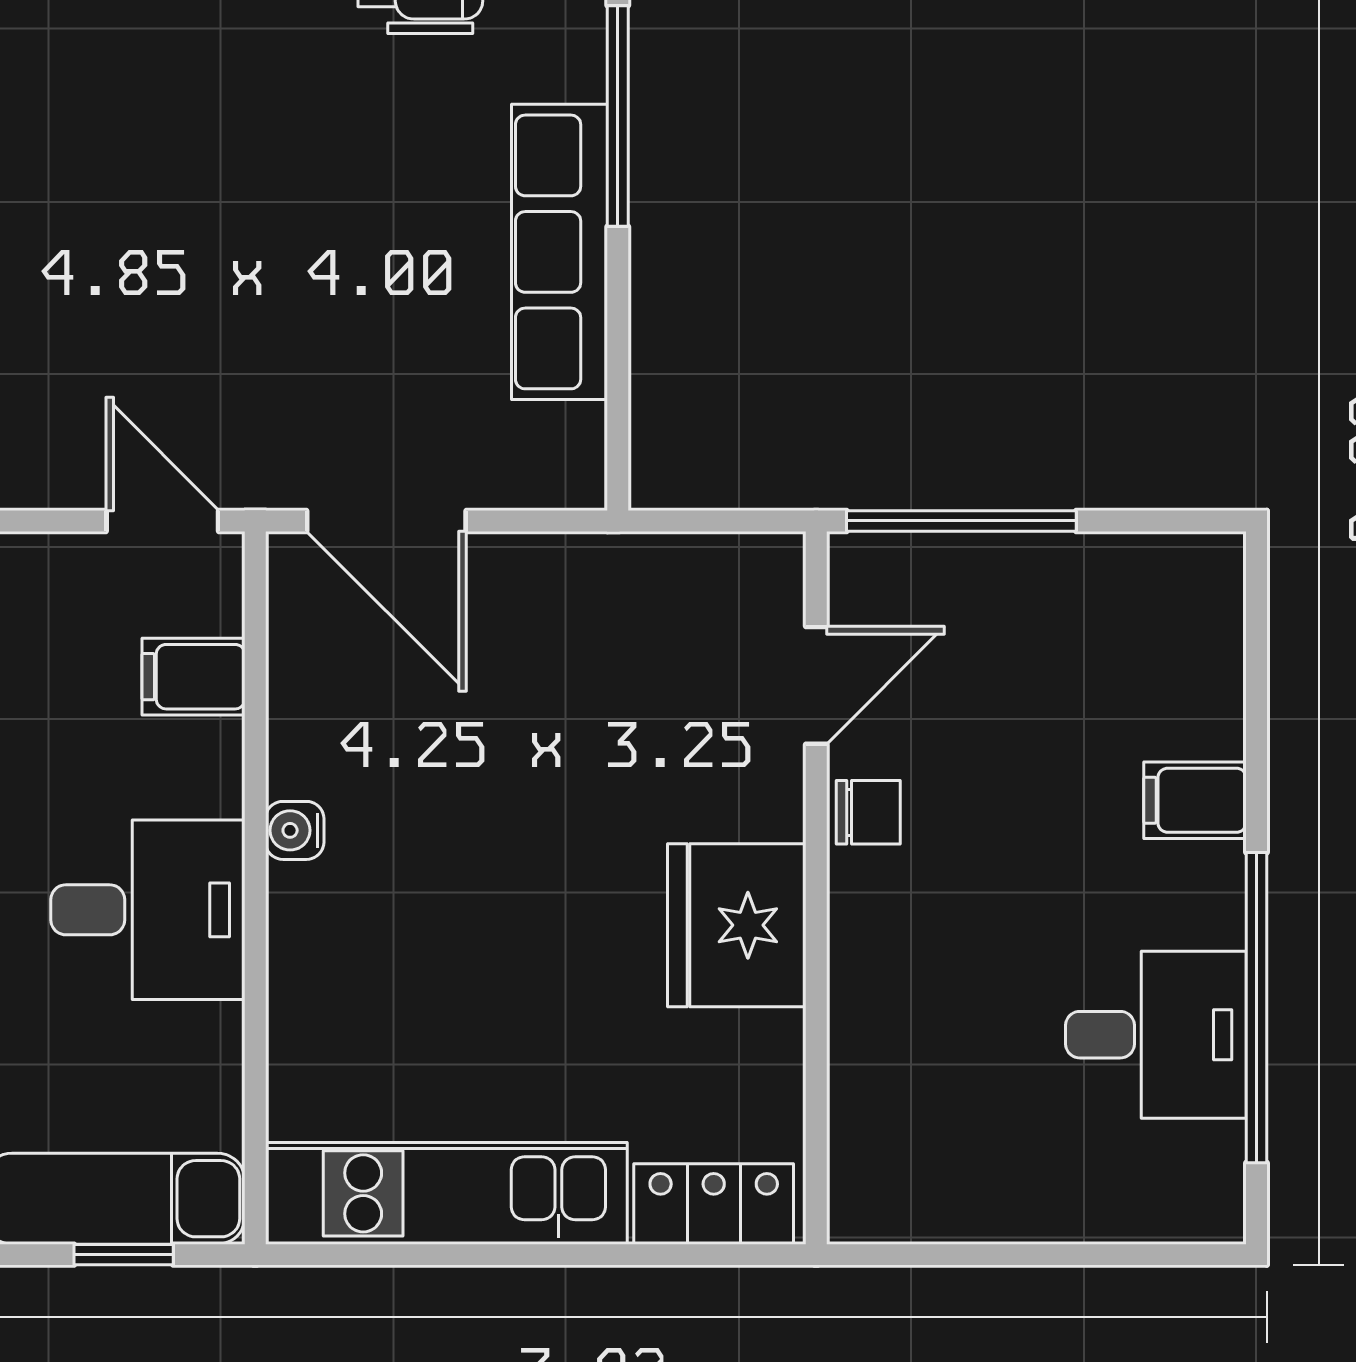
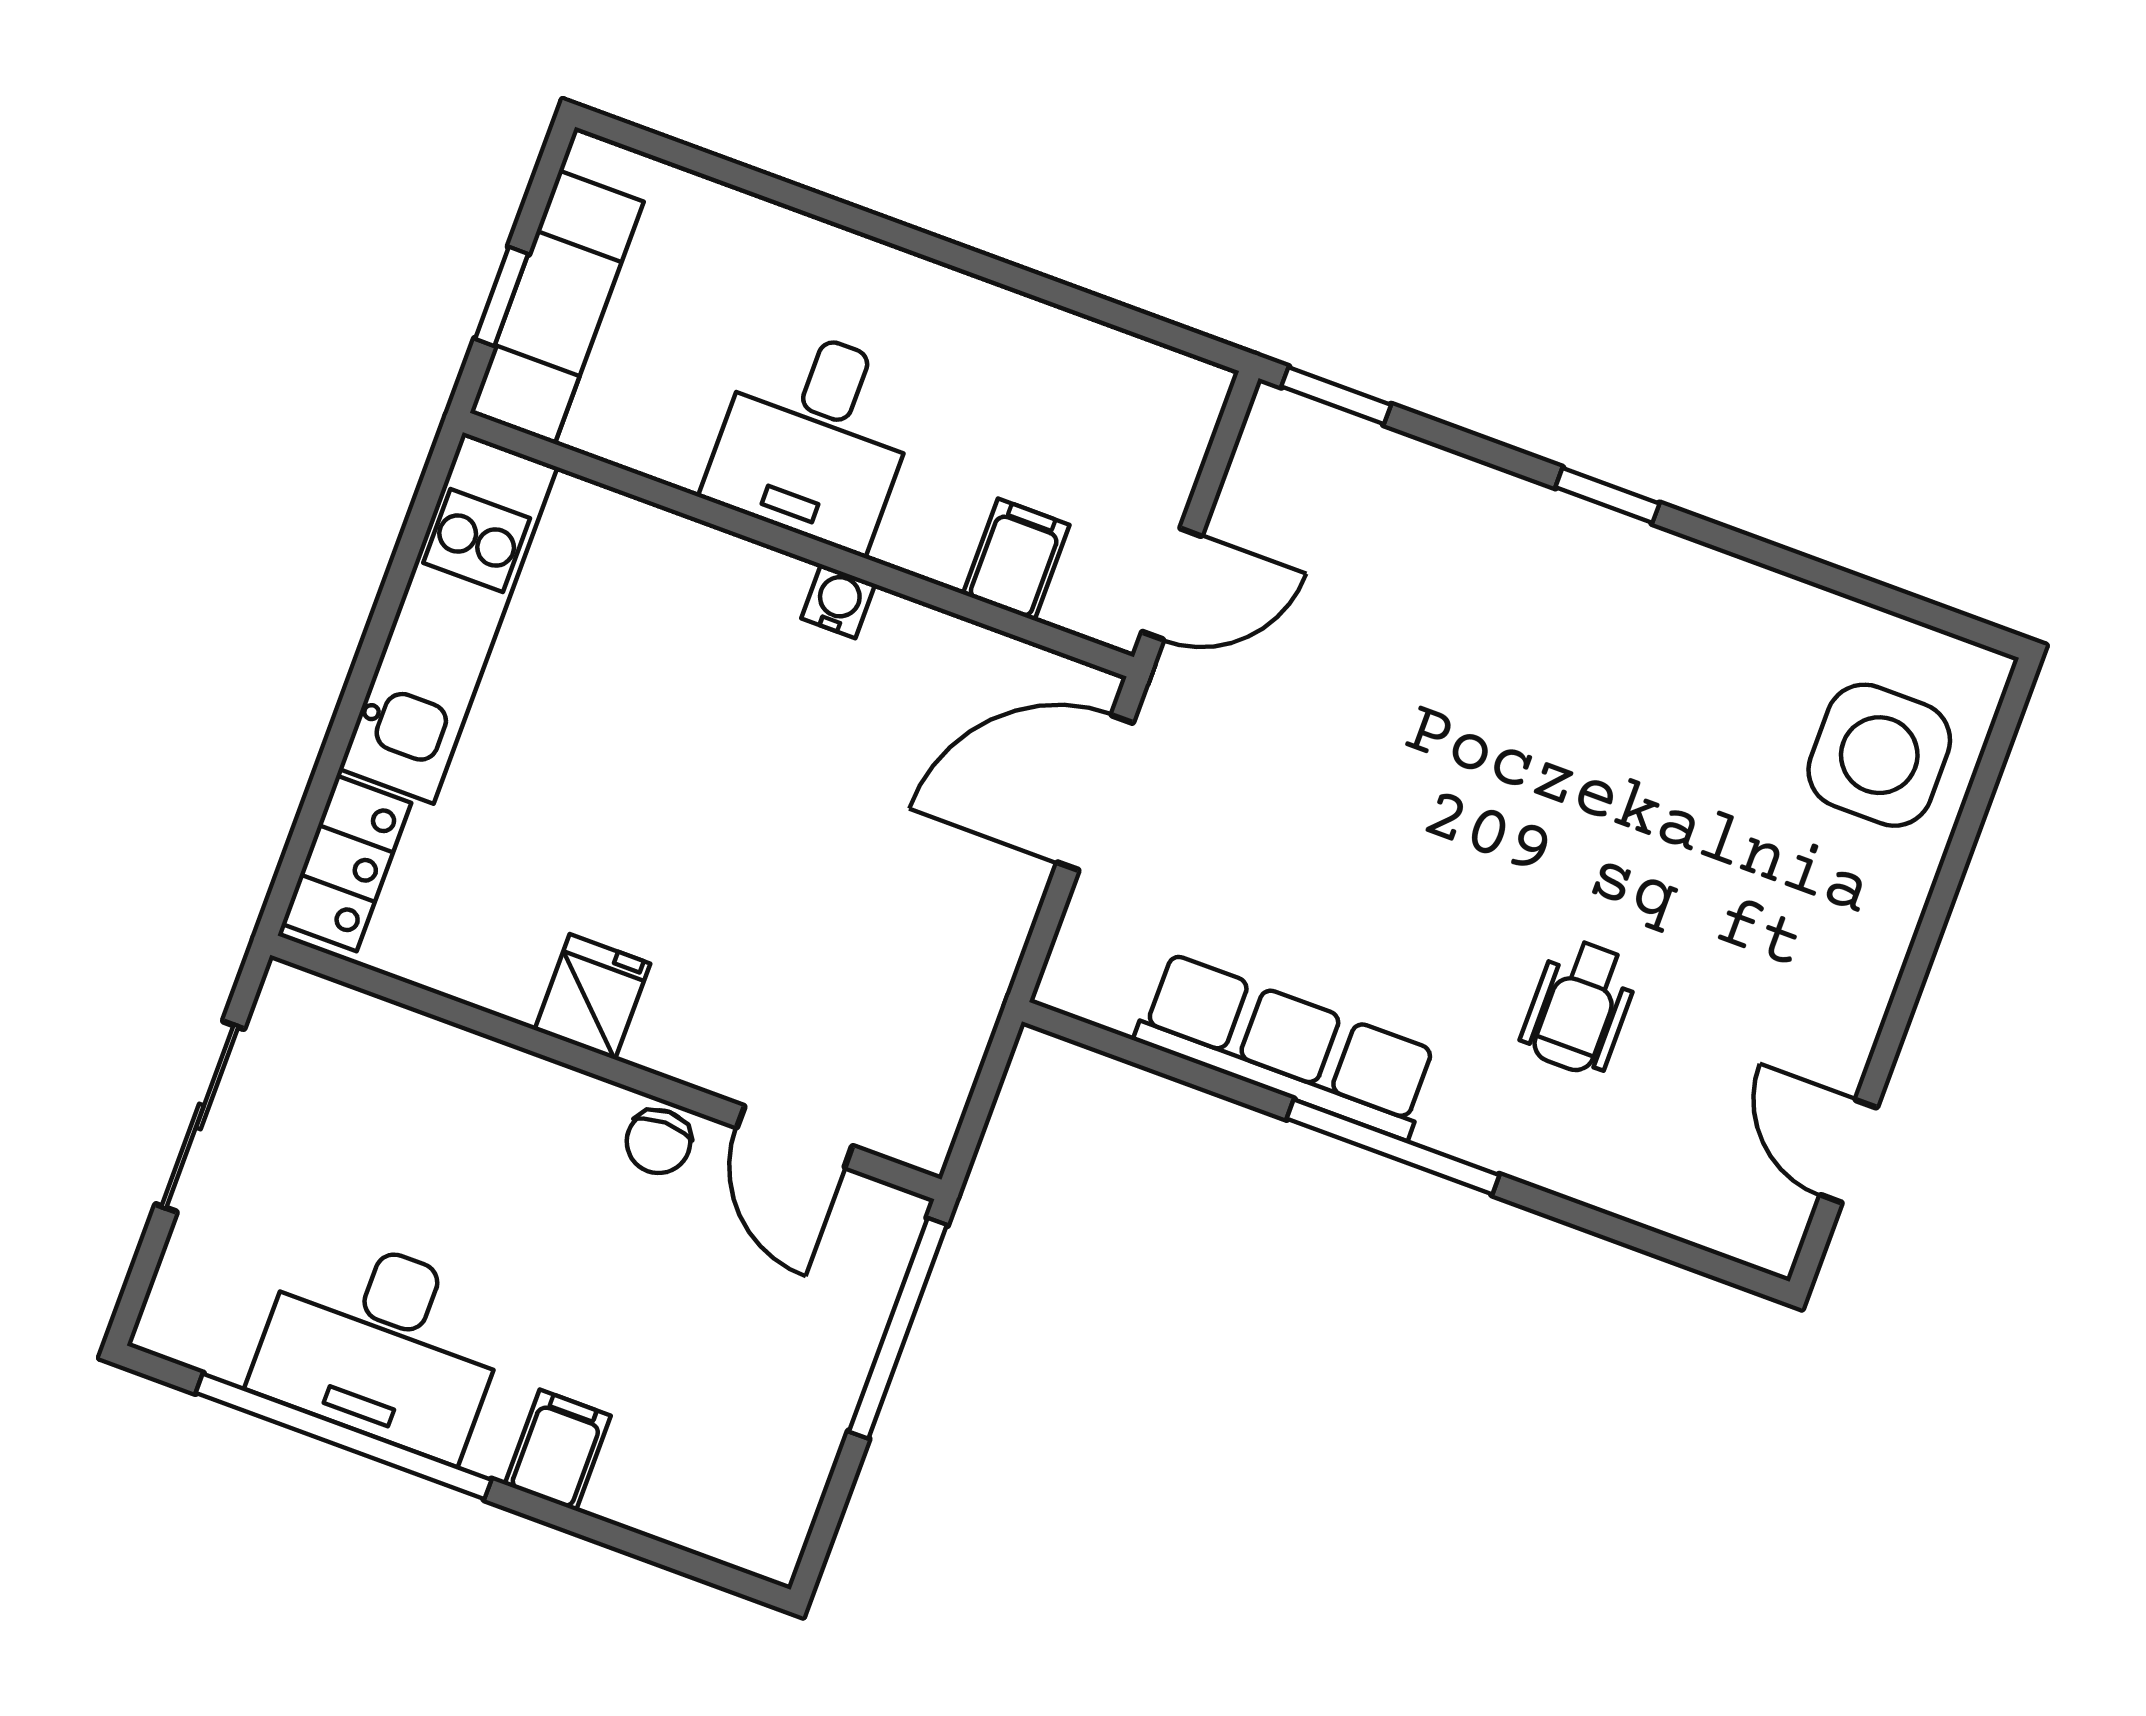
fridge: (737, 925) -> (592, 997), width x0.53, depth x0.75
desk: (1156, 1035) -> (382, 1344), width x1.37
sliding door: (1004, 1255) -> (200, 1117), added

